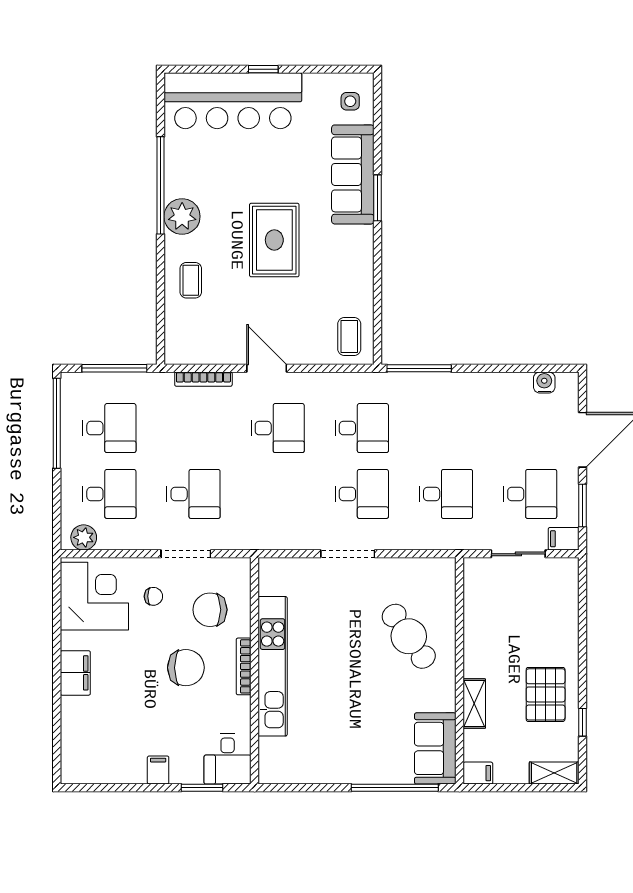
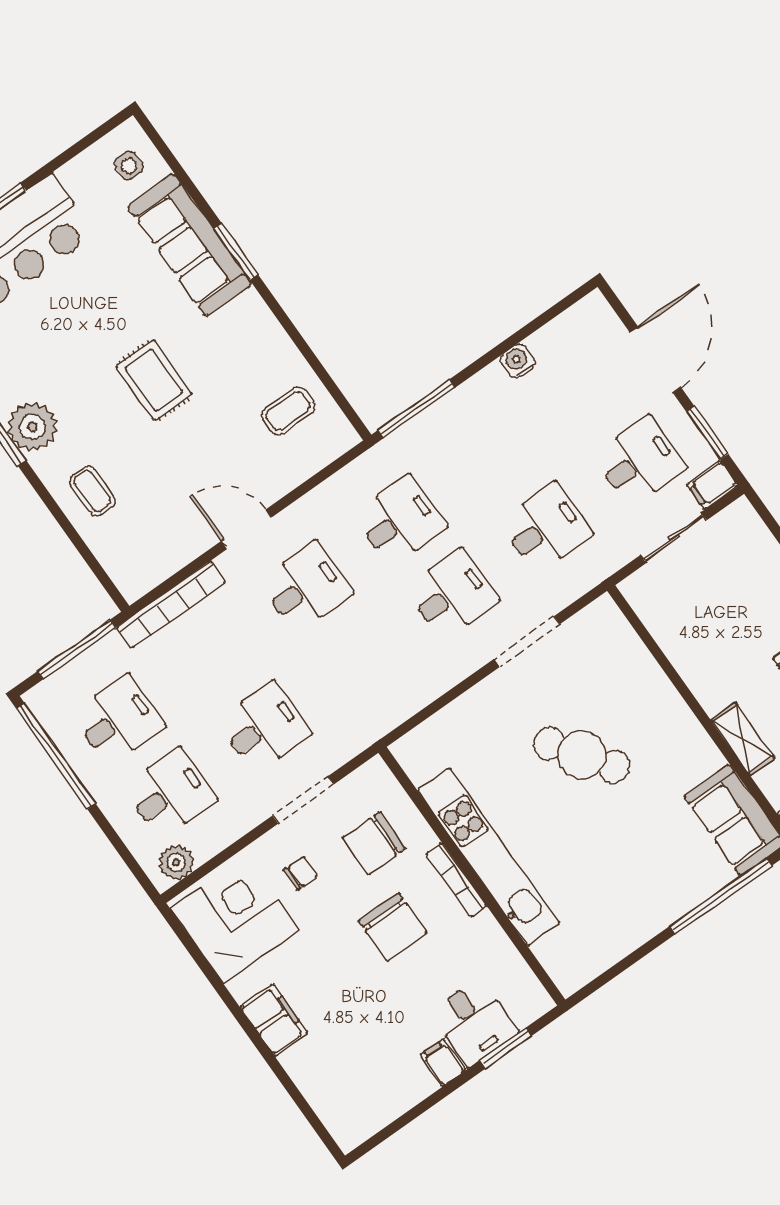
rug: (274, 240) -> (154, 380), width x0.73, depth x0.70
coffee table: (349, 337) -> (288, 411), moved, turned 90
bookcase: (203, 379) -> (171, 605), width x1.48, depth x1.31
water cooler: (544, 382) -> (518, 361), moved
doorway: (348, 554) -> (527, 642), moved
cafe table: (409, 636) -> (582, 755), moved
chair: (186, 668) -> (393, 927), turned 90
desk: (228, 759) -> (474, 1022), moved

